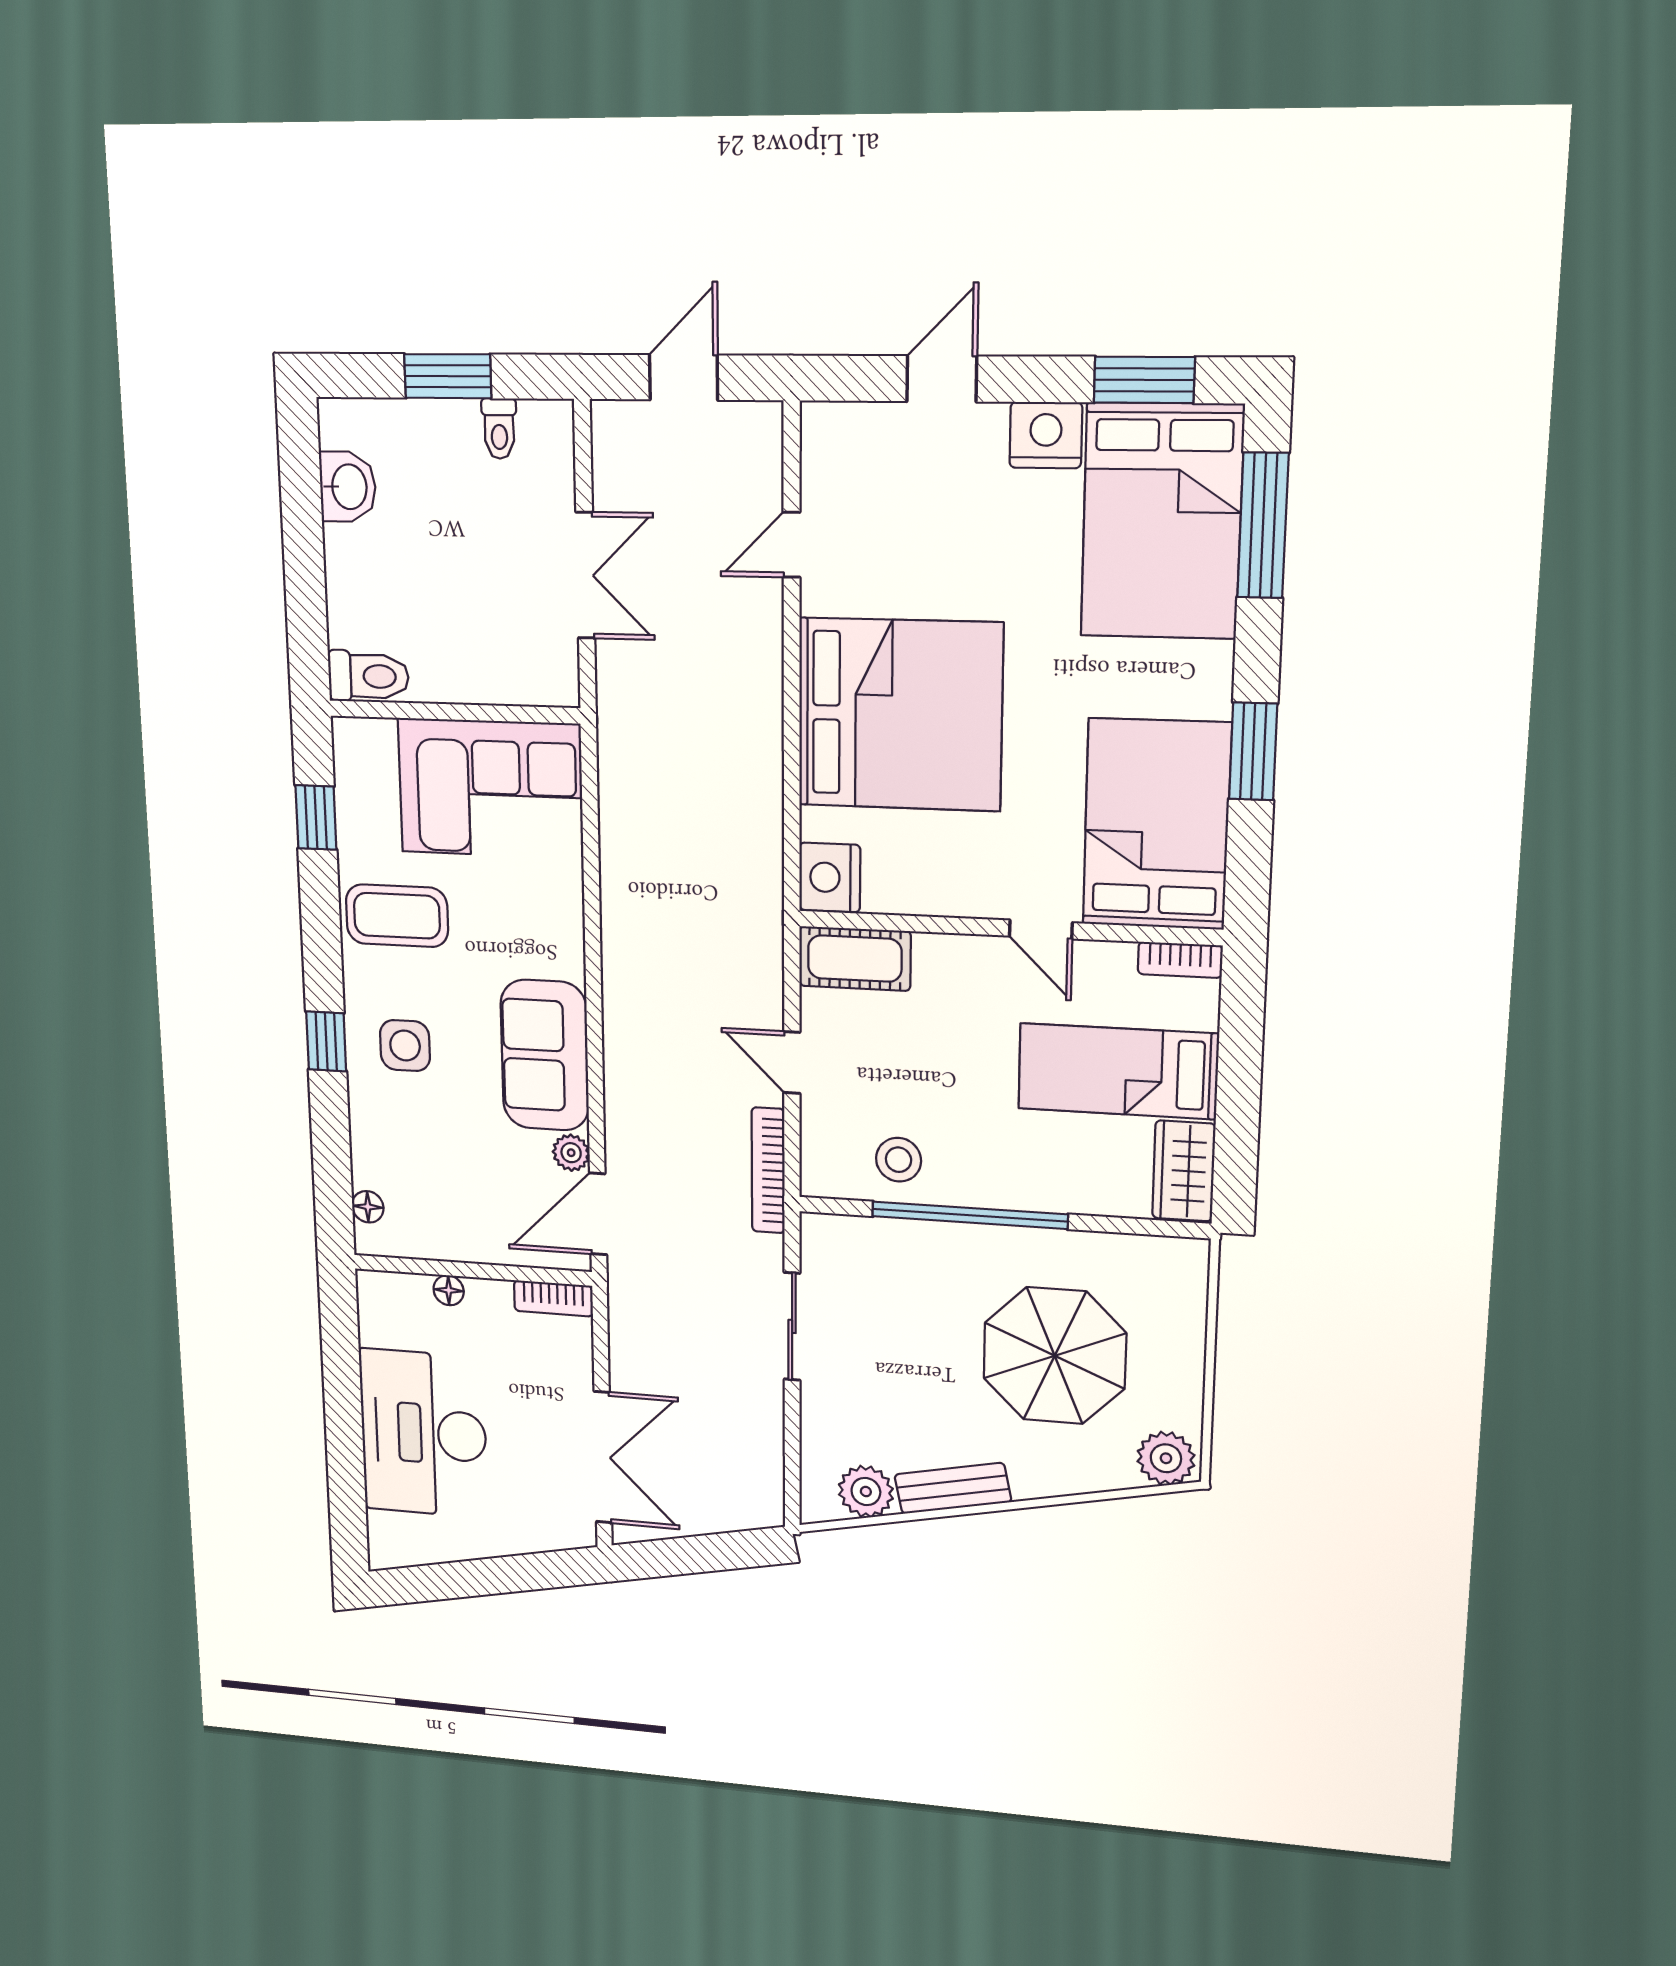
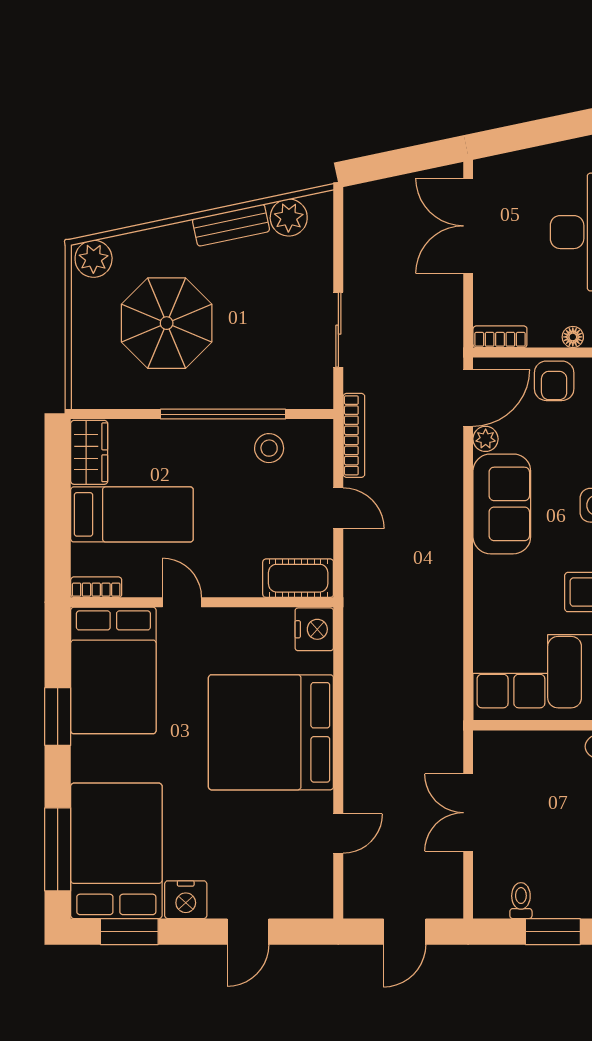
armchair: (473, 1230) -> (554, 381), added

